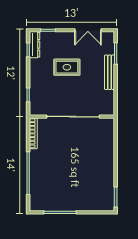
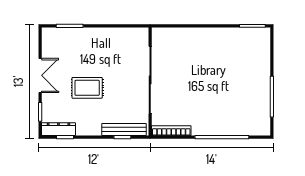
double door: (88, 30) -> (40, 75), moved
rug: (67, 67) -> (87, 88), turned 90
bench: (110, 72) -> (124, 130), moved

